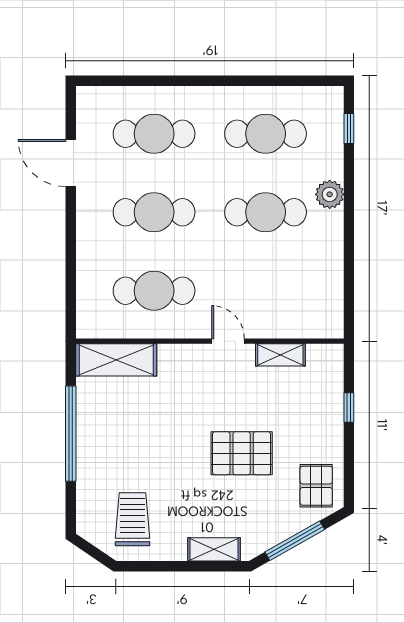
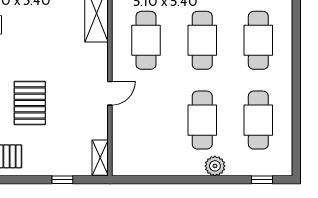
shelving: (280, 355) -> (100, 158), moved

